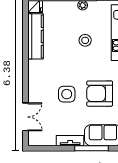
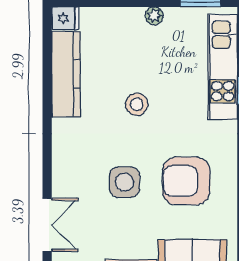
stool: (85, 40) -> (137, 104), moved

